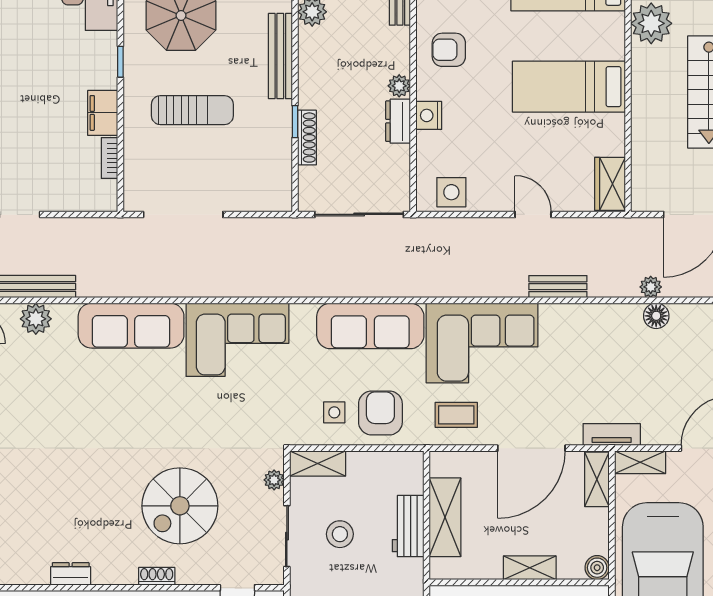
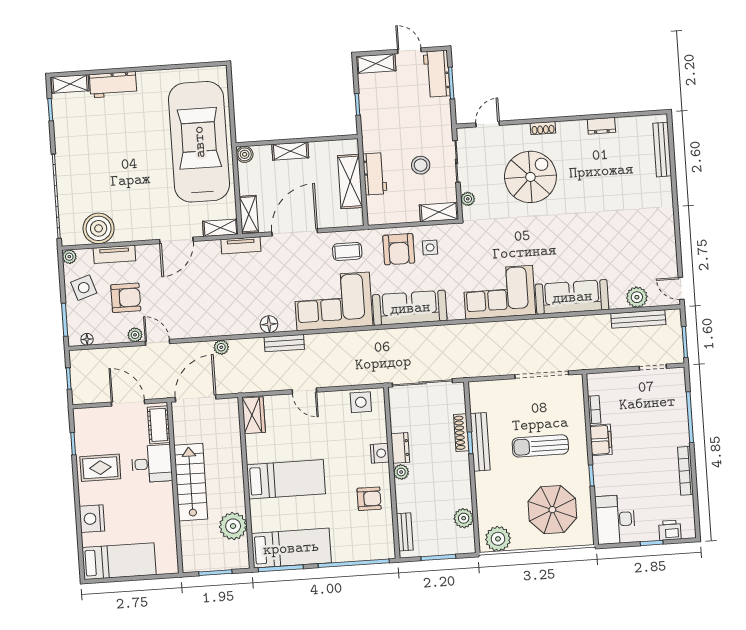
bench: (280, 56) -> (480, 442), moved
floor lamp: (656, 316) -> (269, 324), moved

